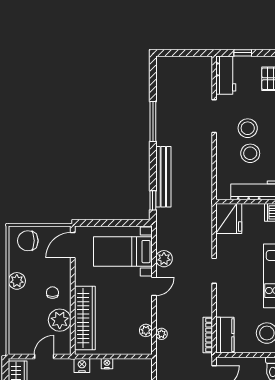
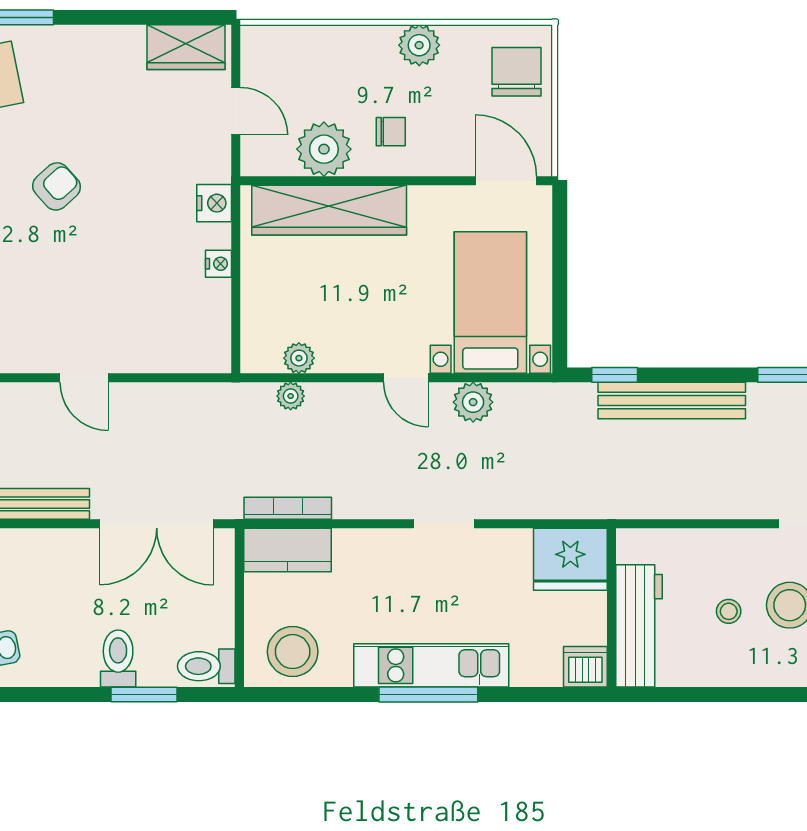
stool: (250, 153) -> (729, 611), width x0.53, depth x0.53

